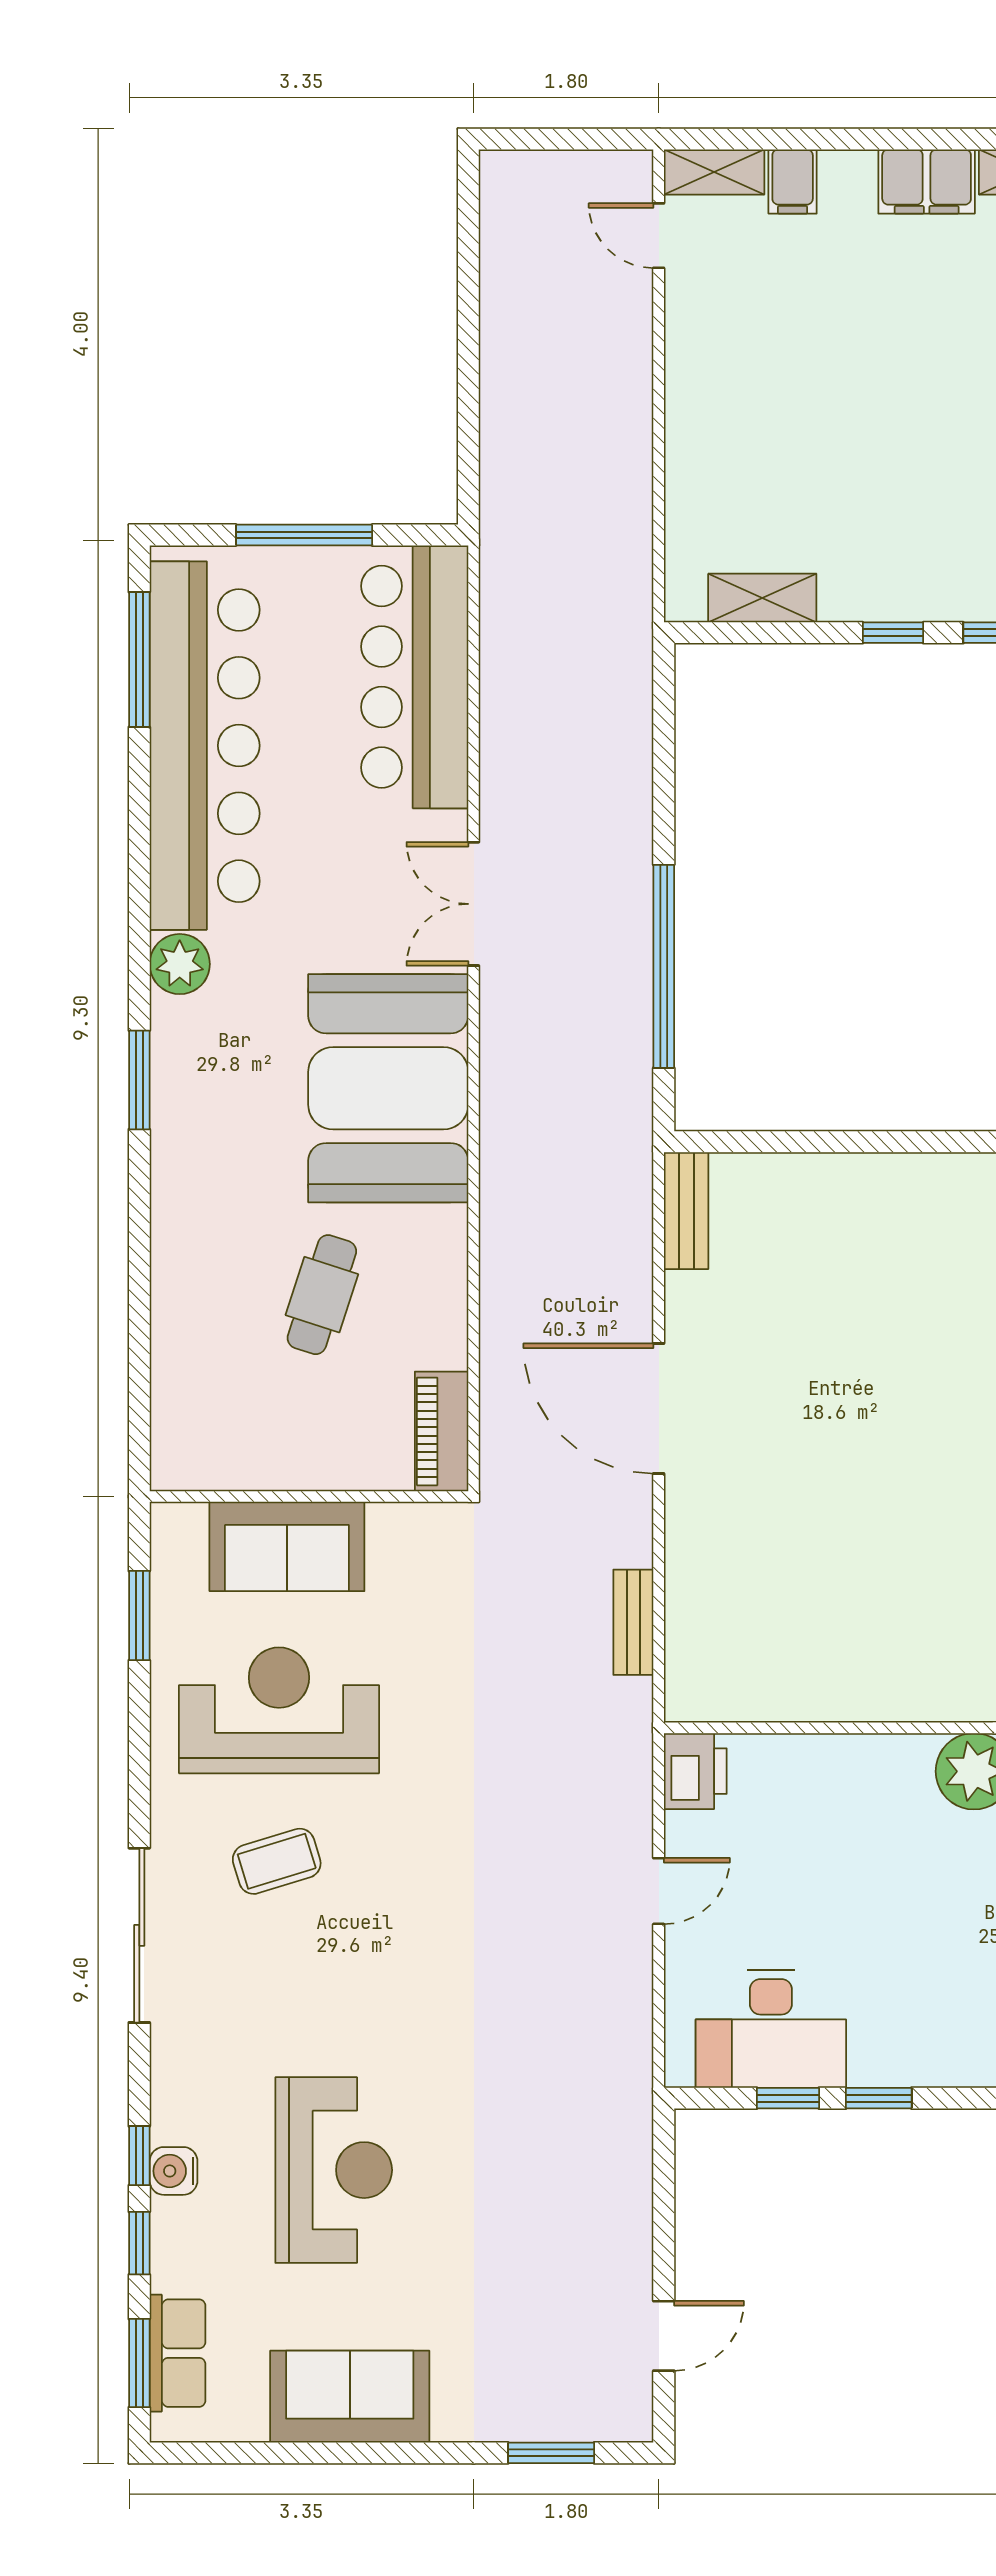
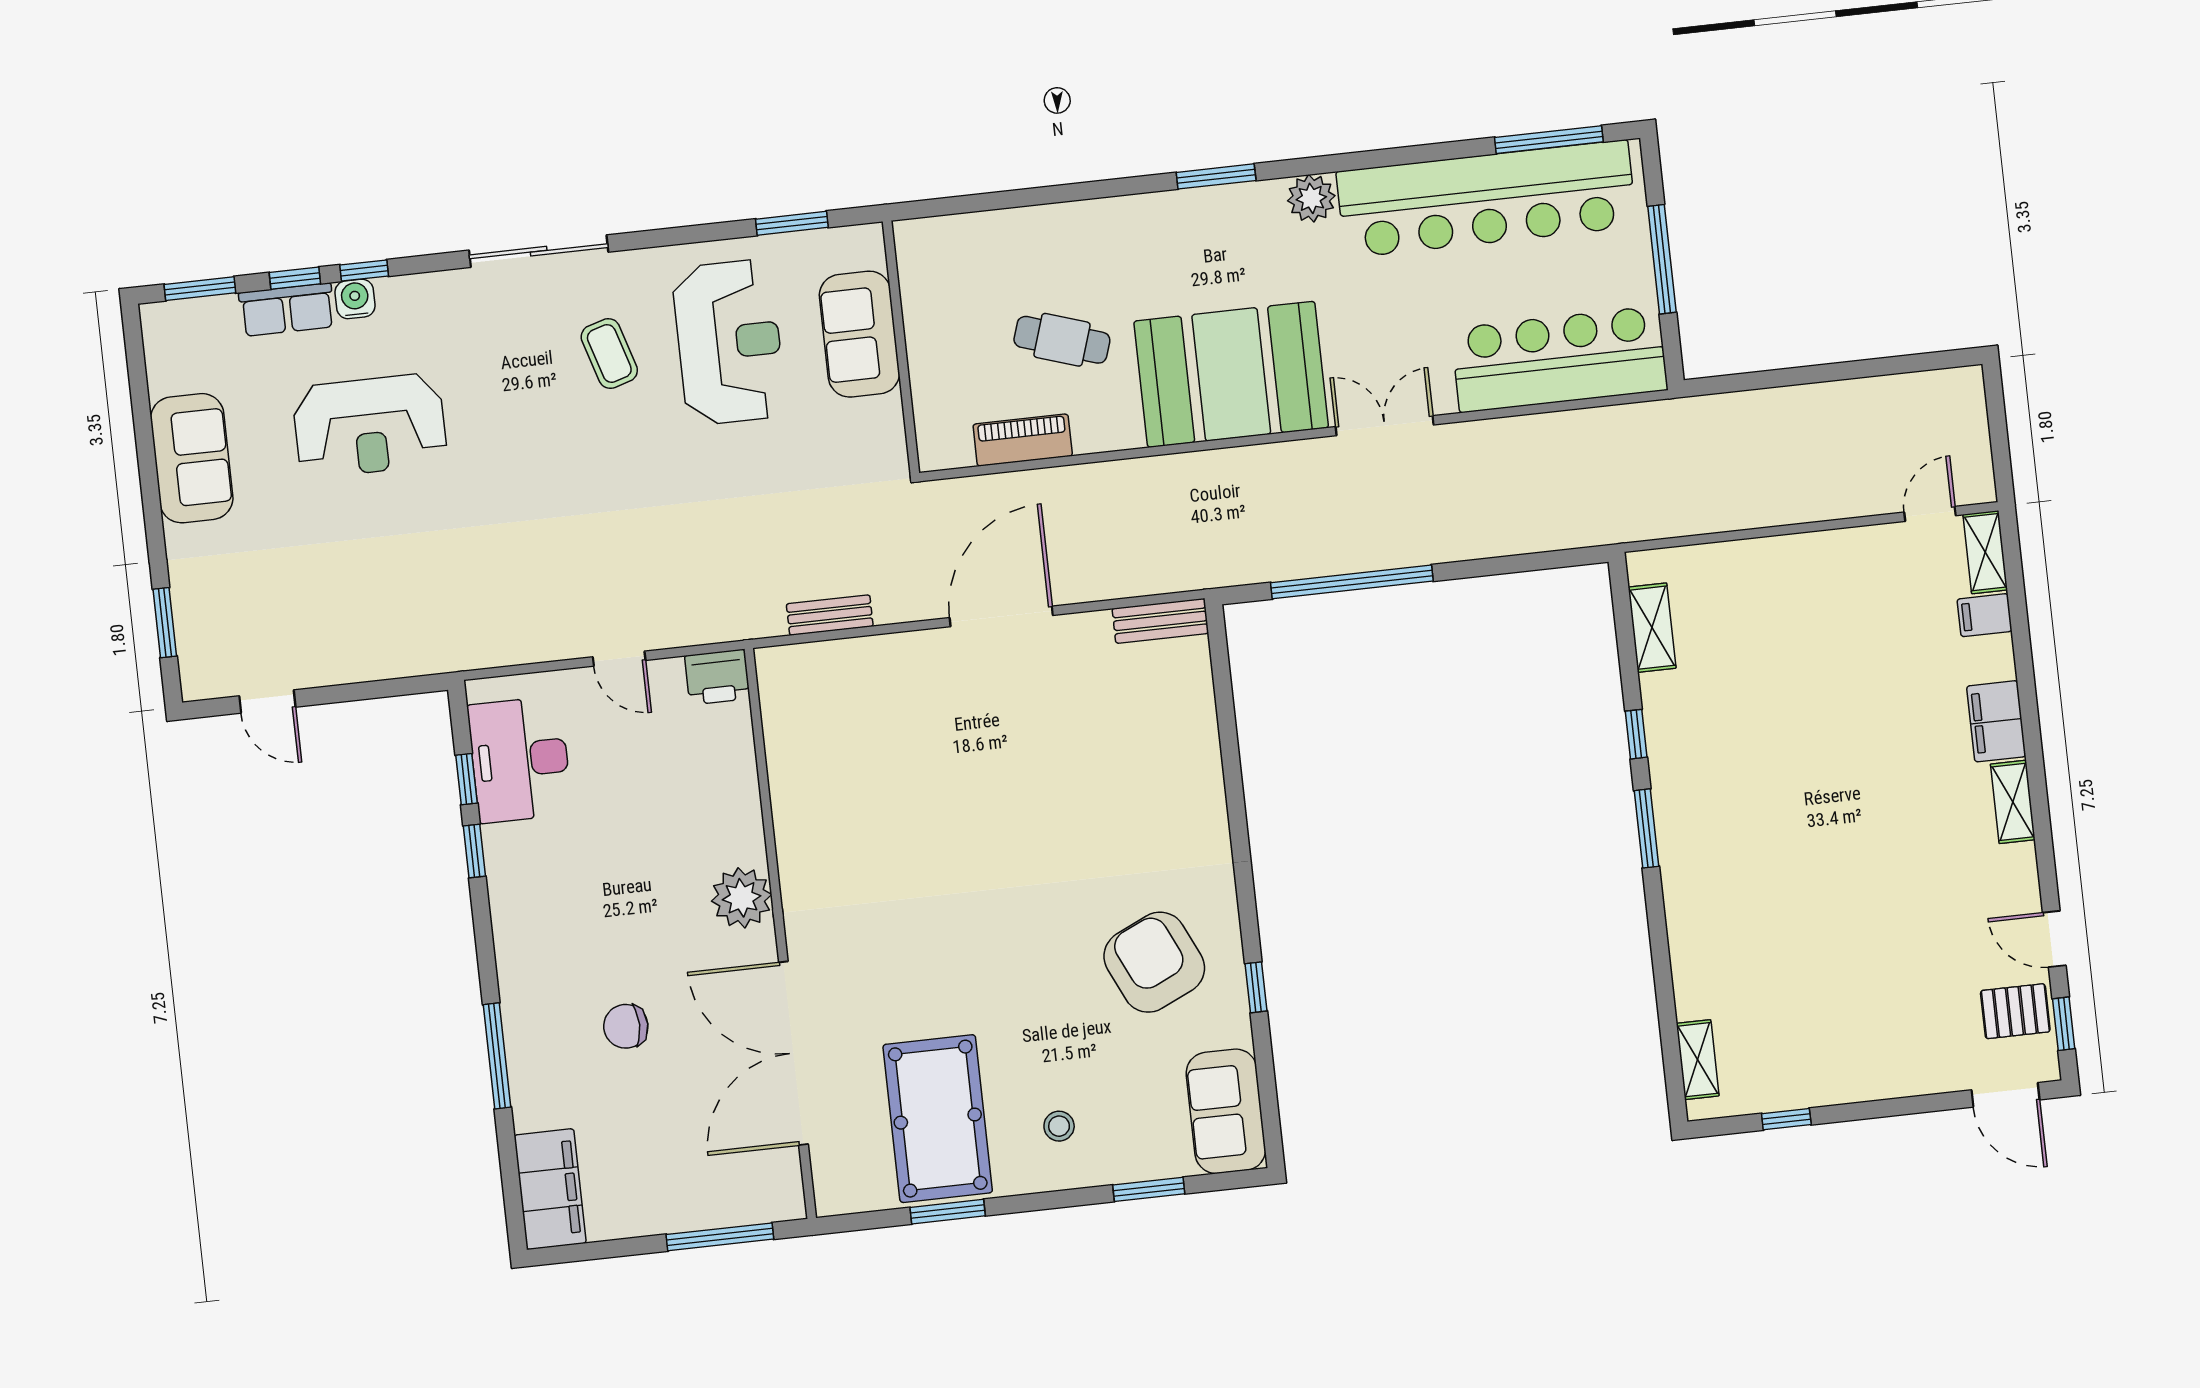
piano: (442, 1431) -> (1023, 440), moved
row of seats: (178, 2353) -> (287, 310), moved

